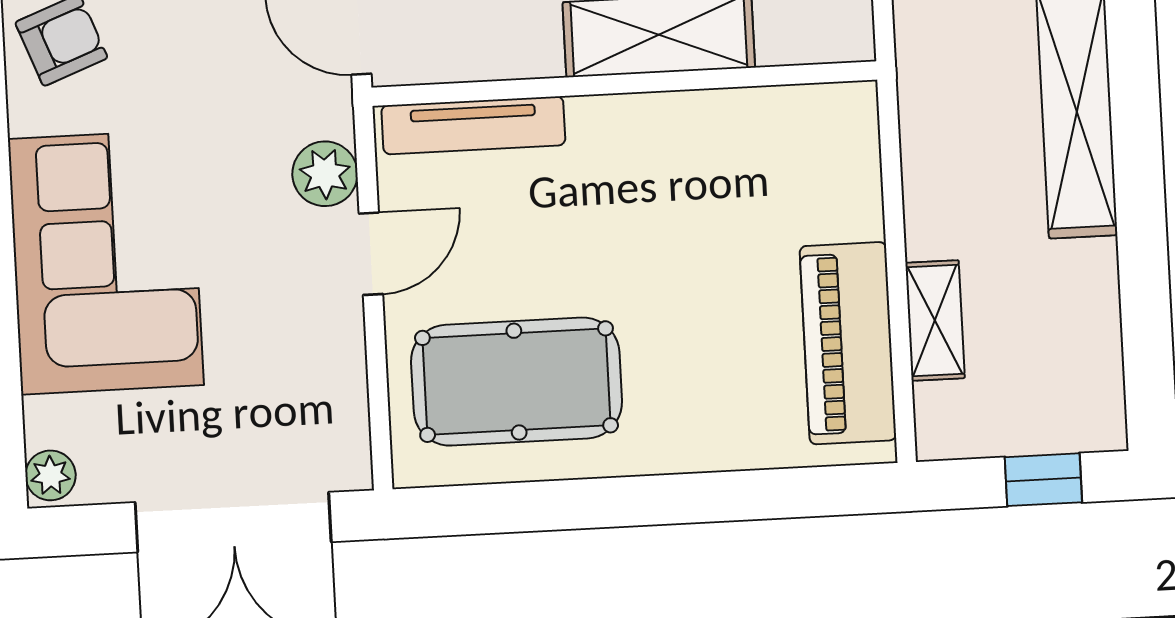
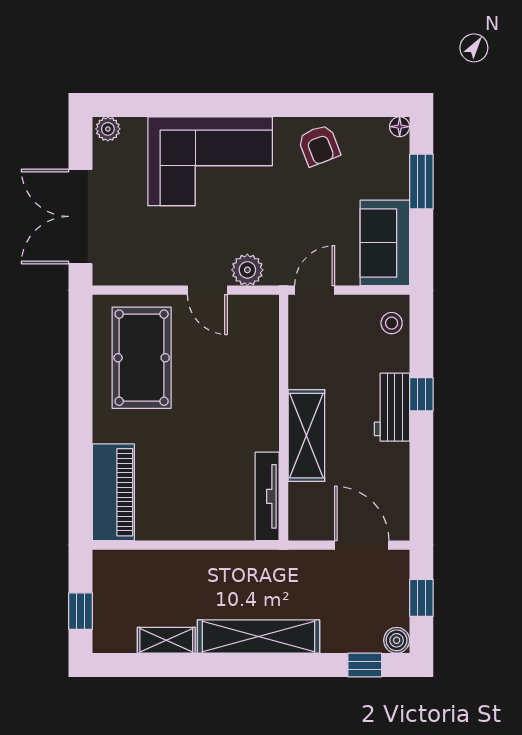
tv unit: (473, 125) -> (267, 496), moved
shelving: (935, 320) -> (166, 640), moved
piano: (848, 343) -> (113, 492), moved, turned 90

